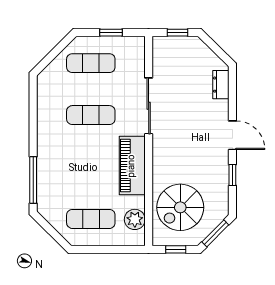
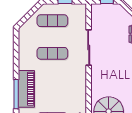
piano: (132, 166) -> (26, 89), moved, turned 180

